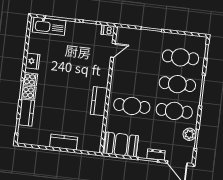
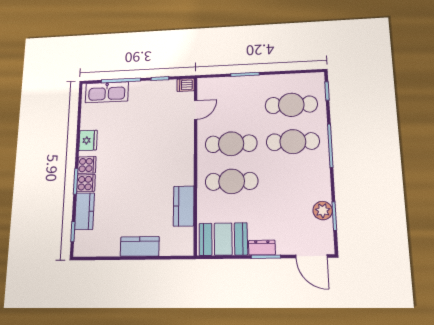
kitchen counter: (99, 101) -> (184, 206), moved
cafe table: (174, 111) -> (231, 144), moved
dresser: (156, 155) -> (262, 248), moved

